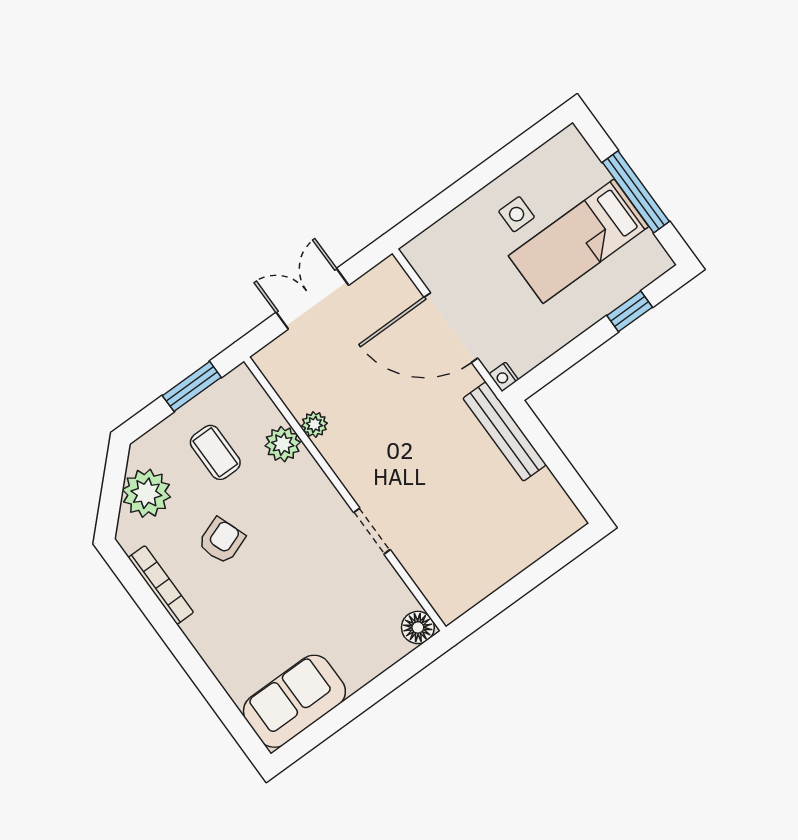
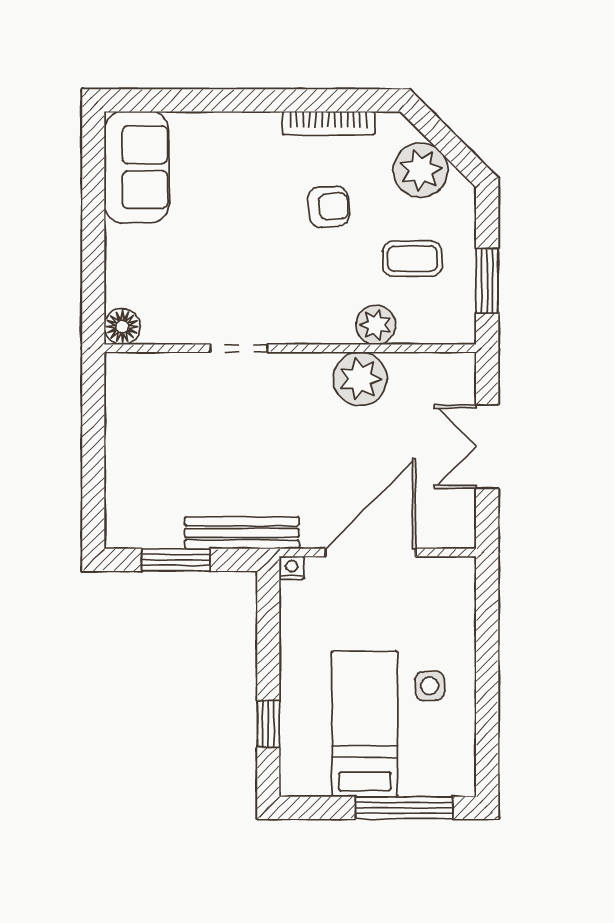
window: (636, 192) -> (404, 808), moved
double door: (312, 299) -> (487, 447), swing flipped
plant: (314, 424) -> (360, 379), width x1.88, depth x1.88
window: (559, 465) -> (176, 560), added
armchair: (222, 541) -> (329, 207), turned -75

